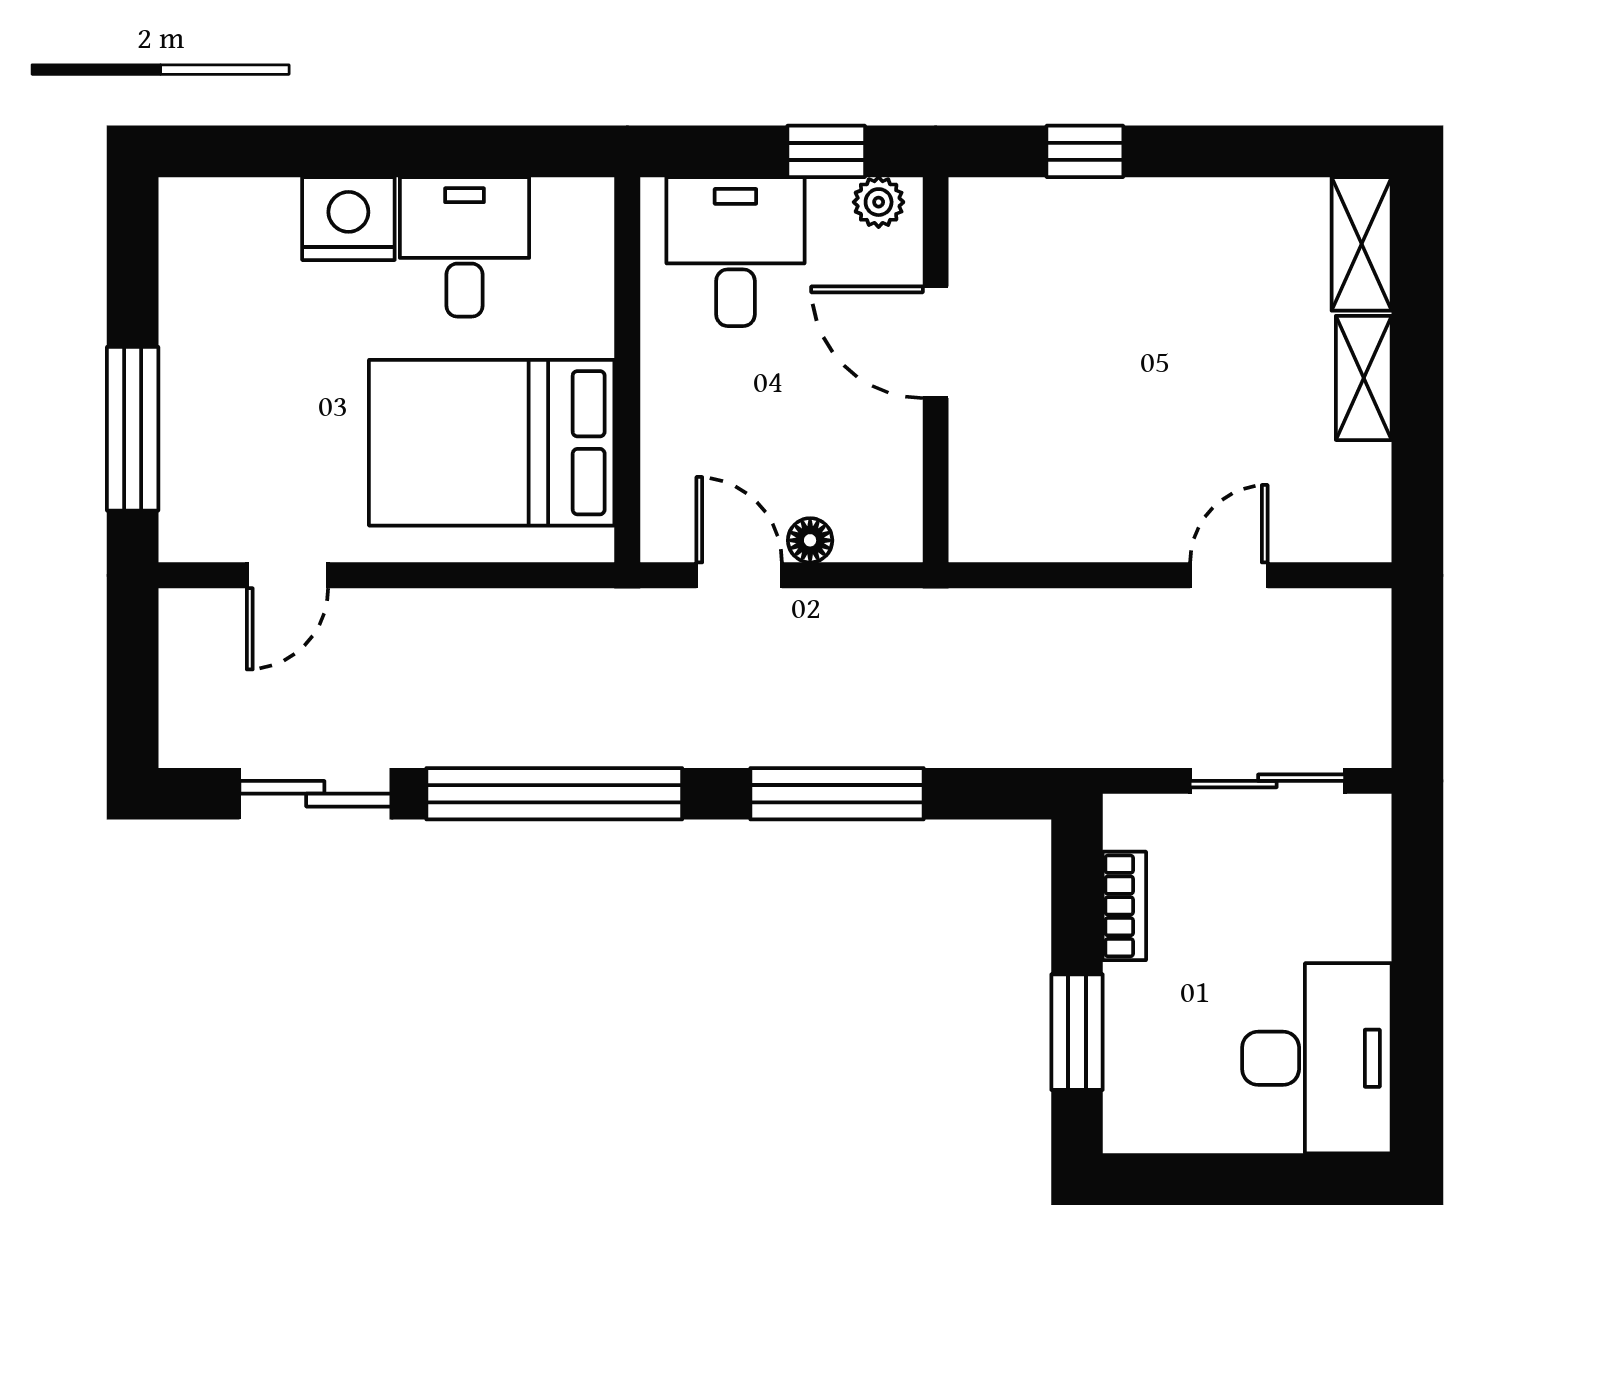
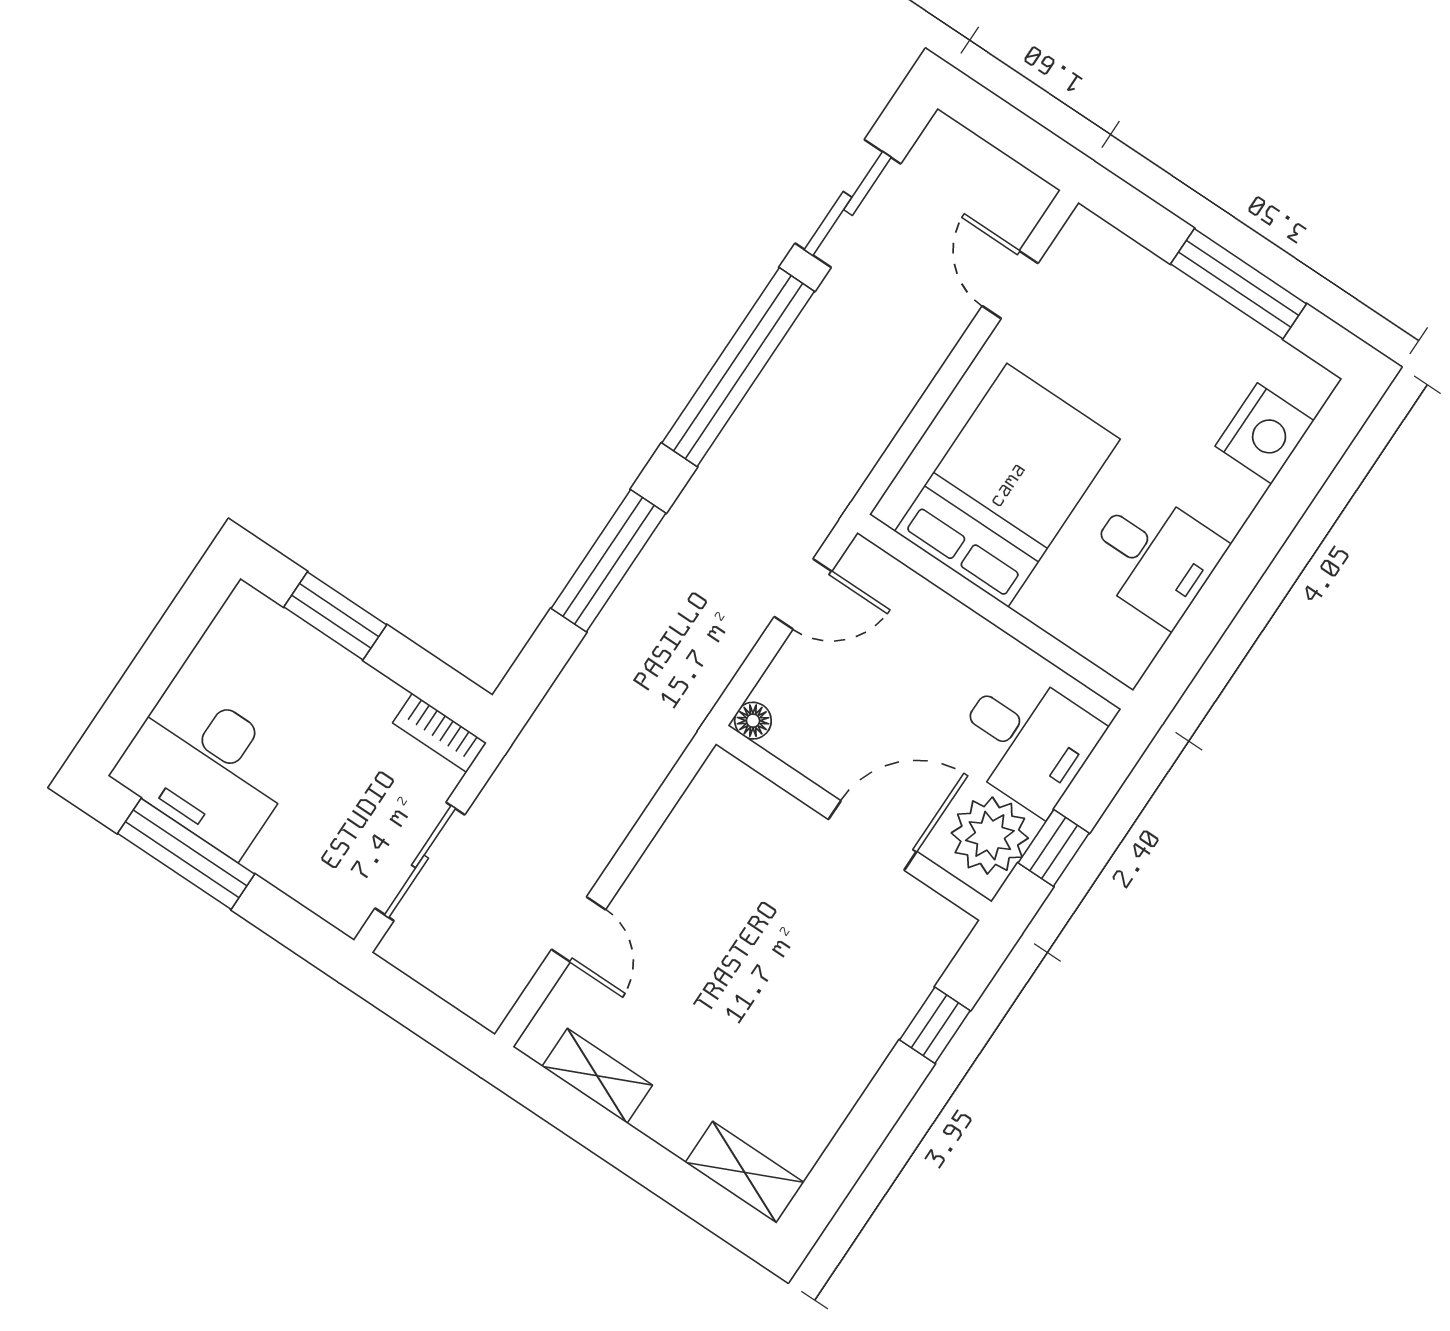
plant: (879, 202) -> (990, 836), width x1.88, depth x1.88
nightstand: (348, 219) -> (1265, 433), moved
shelving: (1364, 378) -> (597, 1076), moved
window: (133, 429) -> (1239, 284), moved
floor lamp: (810, 540) -> (753, 721), moved
bookcase: (1124, 906) -> (440, 733), moved
window: (1417, 1022) -> (186, 854), added

